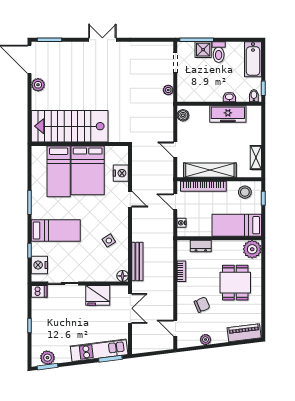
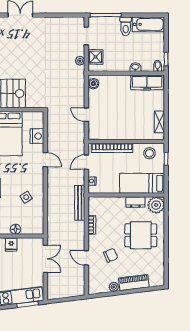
shower: (203, 50) -> (95, 57), moved
bathtub: (253, 59) -> (148, 24), moved, turned -90
freezer: (228, 114) -> (147, 82), moved
shelving: (210, 170) -> (118, 133), removed
door: (175, 202) -> (86, 162), hinge flipped
dresser: (201, 246) -> (135, 202), moved
bench: (137, 261) -> (80, 203), moved
floor lamp: (123, 276) -> (16, 229), moved
dining table: (235, 283) -> (141, 235), turned 90
fridge: (98, 295) -> (11, 245), width x0.53, depth x0.75
door: (175, 328) -> (86, 258), moved
piano: (244, 333) -> (134, 283), moved

